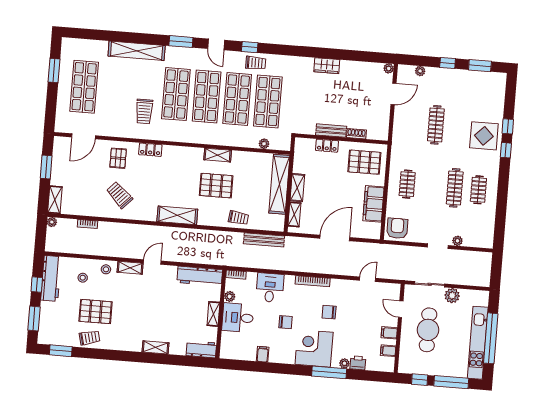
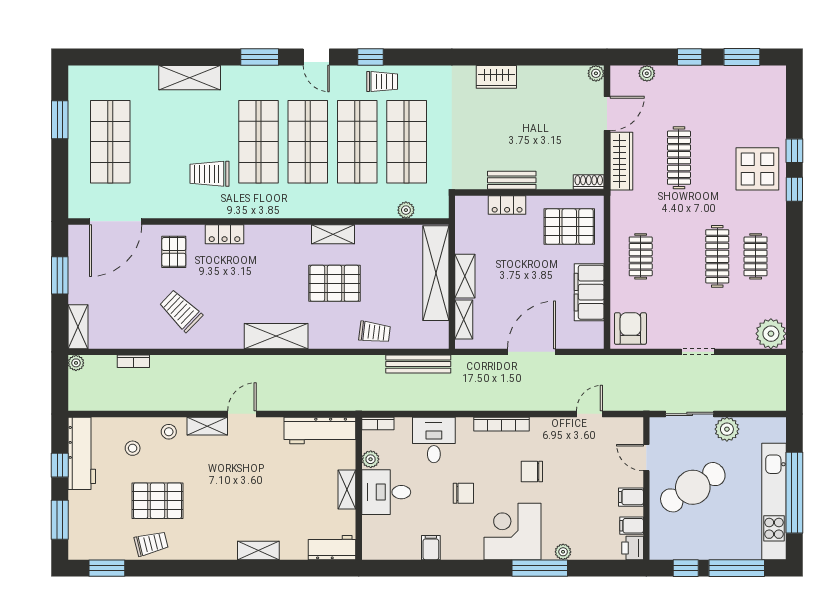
shelving: (137, 51) -> (190, 78), width x0.68
trolley: (144, 111) -> (210, 174), turned 90
wardrobe: (400, 124) -> (621, 161), added
shoe rack: (356, 134) -> (589, 182), moved
door: (84, 136) -> (116, 221), width x1.36
plant: (457, 241) -> (771, 334), moved, width x1.88, depth x1.88
cafe table: (428, 330) -> (693, 487), turned 58
printer: (358, 363) -> (633, 548), moved, turned -90

